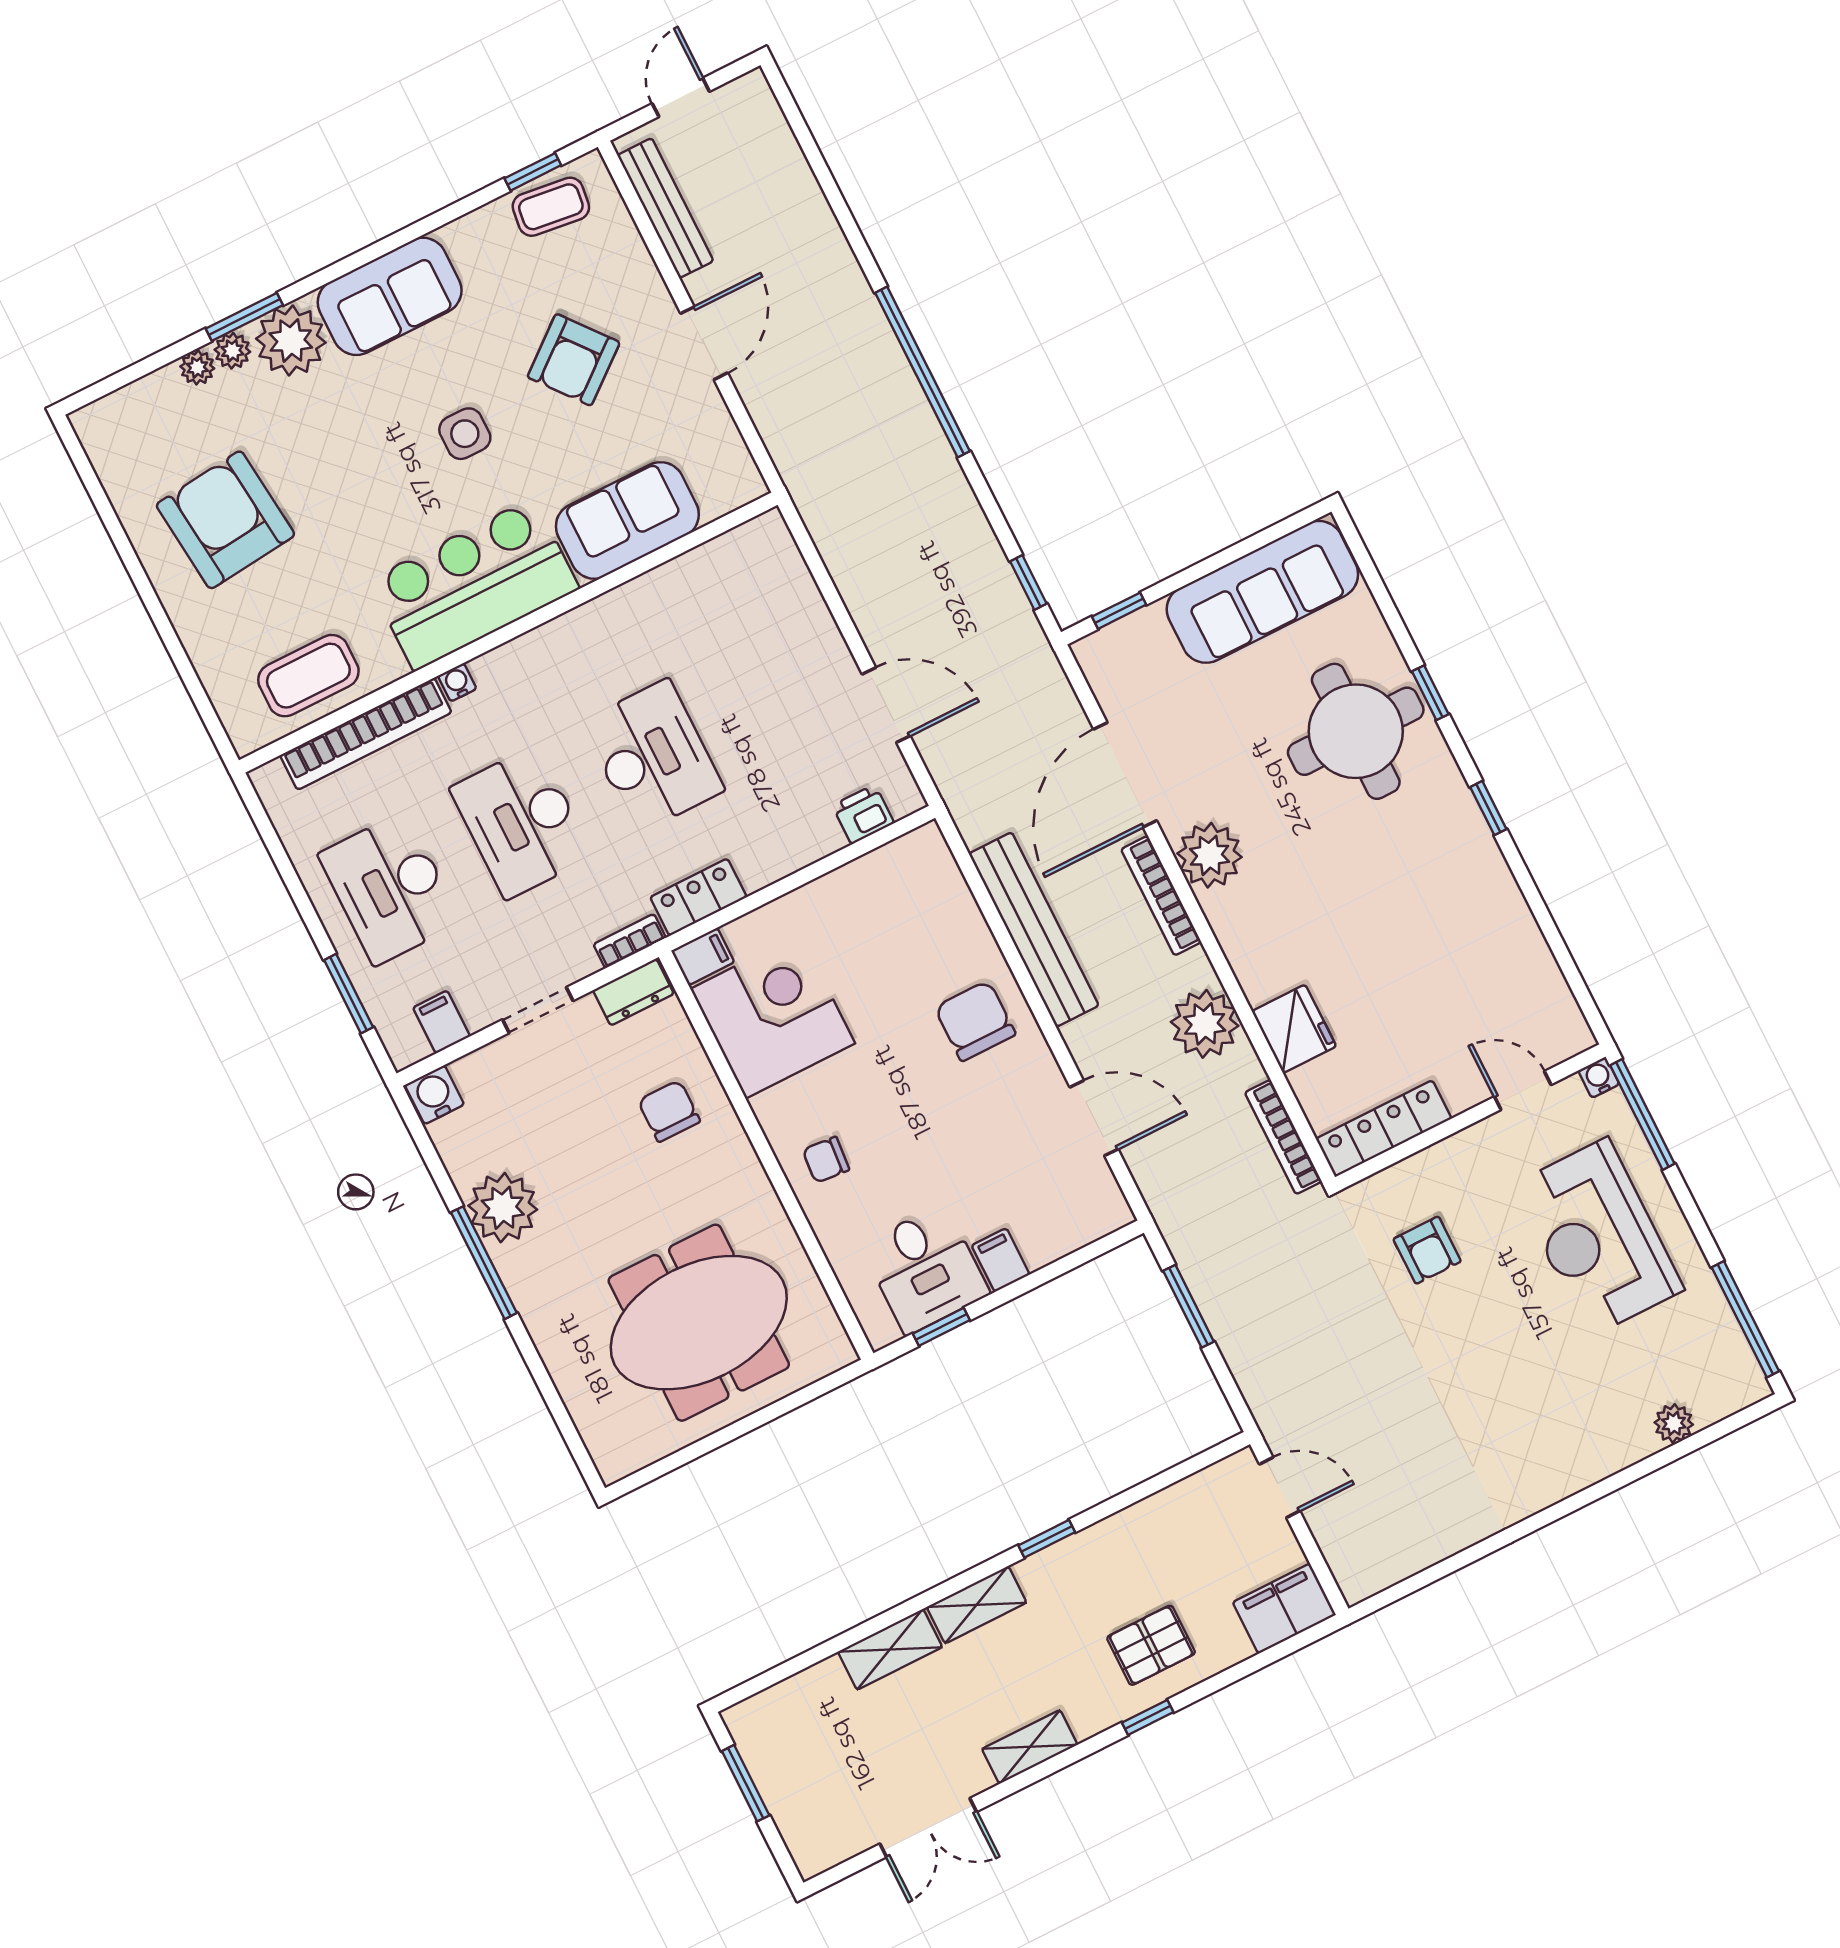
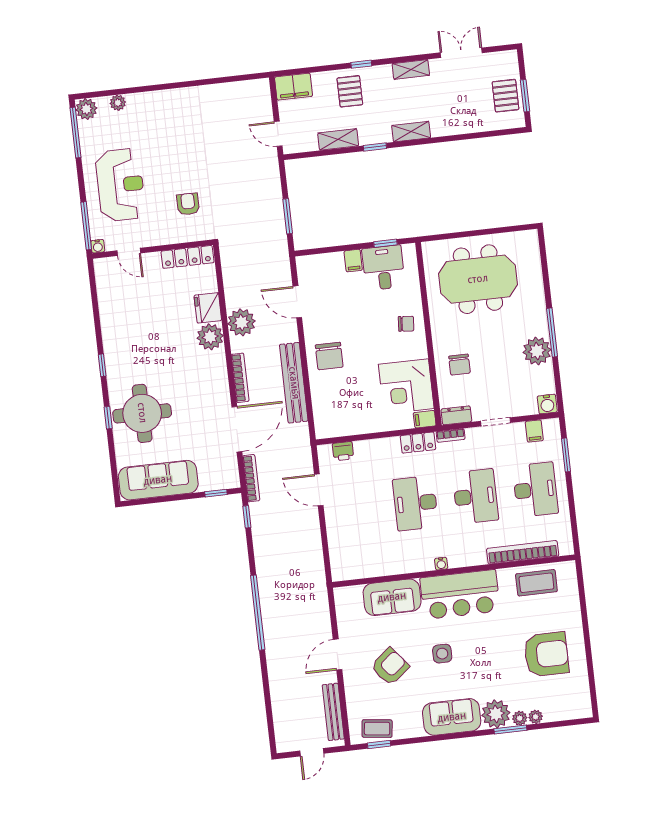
armchair: (225, 520) -> (546, 654), turned -84
water cooler: (457, 682) -> (441, 564), moved
plant: (1209, 855) -> (210, 337), moved
bookcase: (1283, 1137) -> (251, 478), moved
plant: (1740, 1382) -> (86, 109), added
pallet: (1151, 1645) -> (350, 91), turned 90
shelving: (890, 1649) -> (338, 139), moved
pallet: (790, 1767) -> (505, 96), added

